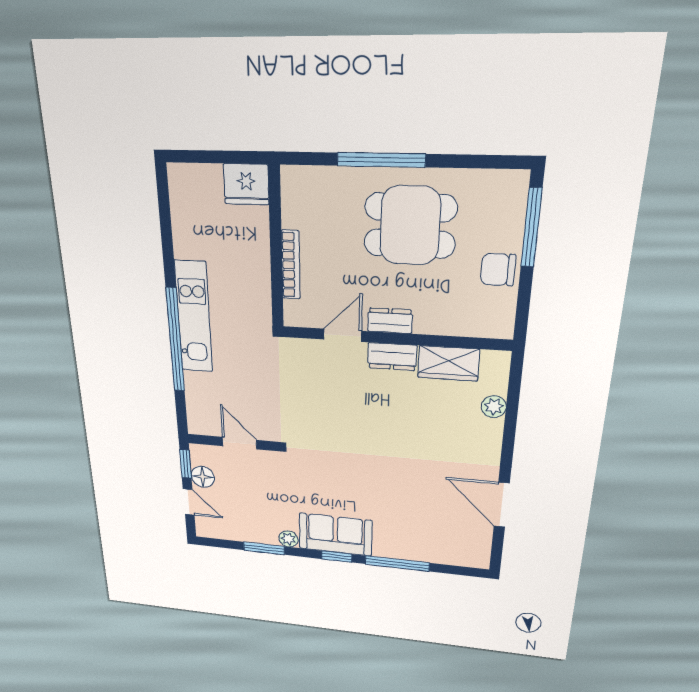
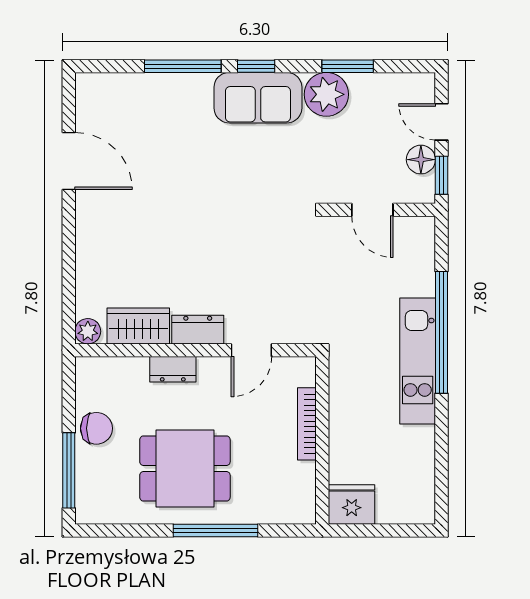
dresser: (390, 321) -> (173, 369), moved
plant: (494, 407) -> (88, 331), moved
plant: (288, 539) -> (326, 94), width x1.88, depth x1.88

